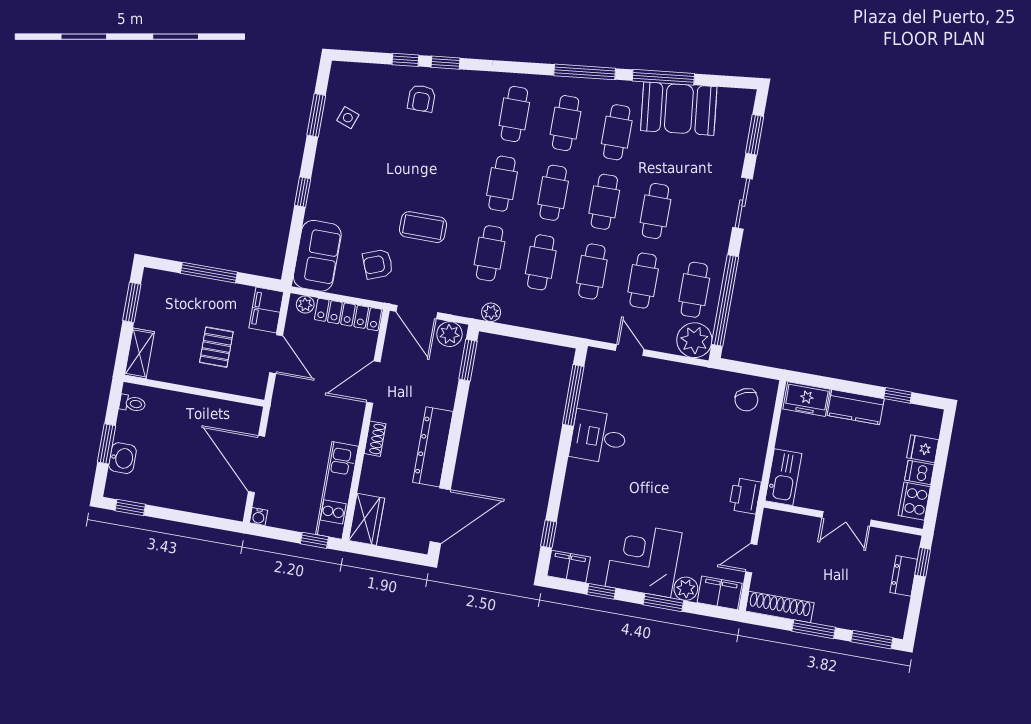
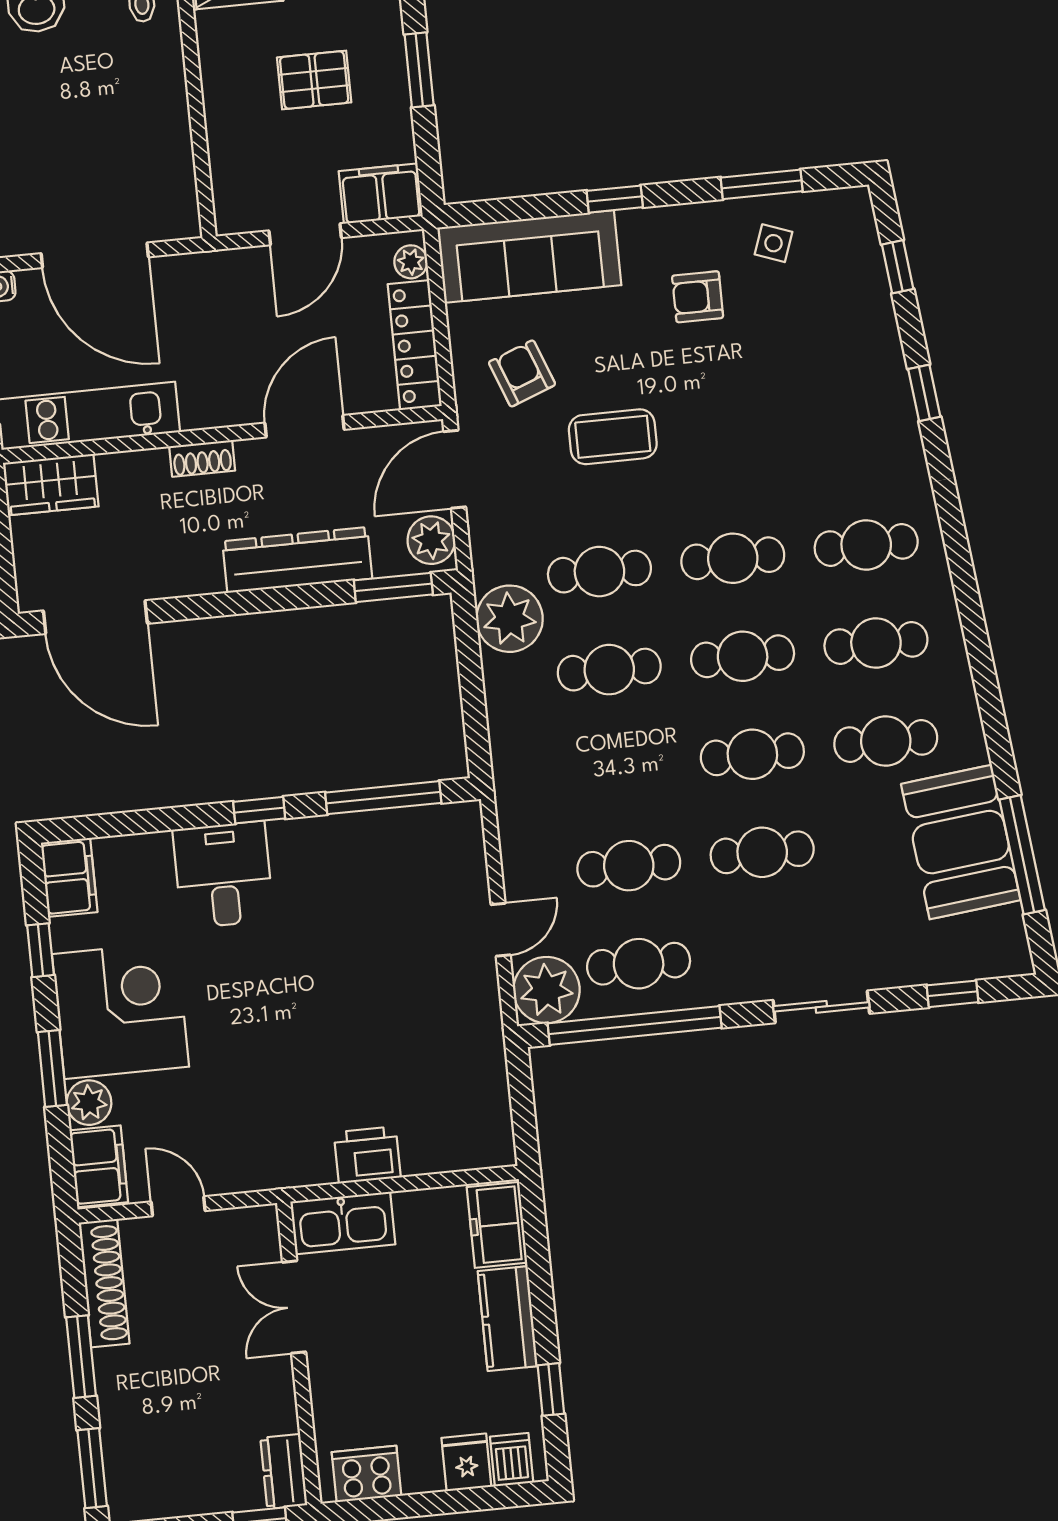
window: (405, 60) -> (898, 267), moved
window: (585, 72) -> (979, 651), removed
window: (663, 77) -> (1022, 855), moved
armchair: (422, 98) -> (698, 297), moved
window: (755, 135) -> (952, 994), width x0.67
coffee table: (423, 227) -> (613, 437), turned 90
sofa: (317, 256) -> (529, 256), width x1.36
cafe table: (592, 271) -> (619, 768), removed
window: (209, 273) -> (419, 70), width x0.69
plant: (491, 312) -> (510, 619), width x1.88, depth x1.88
pallet: (216, 347) -> (314, 80), moved
door: (630, 350) -> (501, 930), moved
door: (373, 382) -> (304, 426), hinge flipped
chair: (746, 400) -> (465, 1116), removed
desk: (599, 437) -> (223, 875), moved
dresser: (433, 447) -> (297, 560), moved
door: (256, 464) -> (95, 255), swing flipped
dishwasher: (919, 472) -> (512, 1460), moved
printer: (745, 496) -> (367, 1155), moved
double door: (847, 519) -> (294, 1307), moved
window: (549, 534) -> (259, 810), moved
dresser: (904, 576) -> (284, 1471), moved, turned -90

